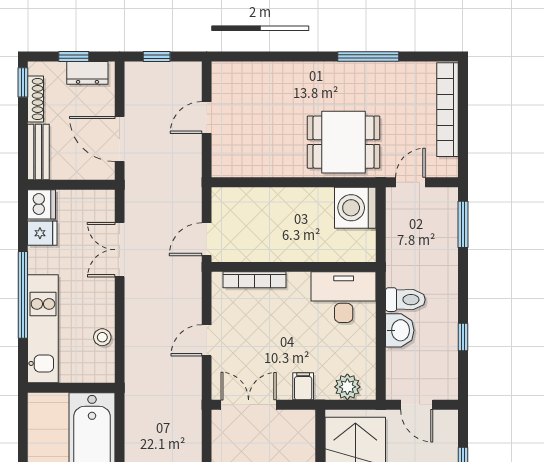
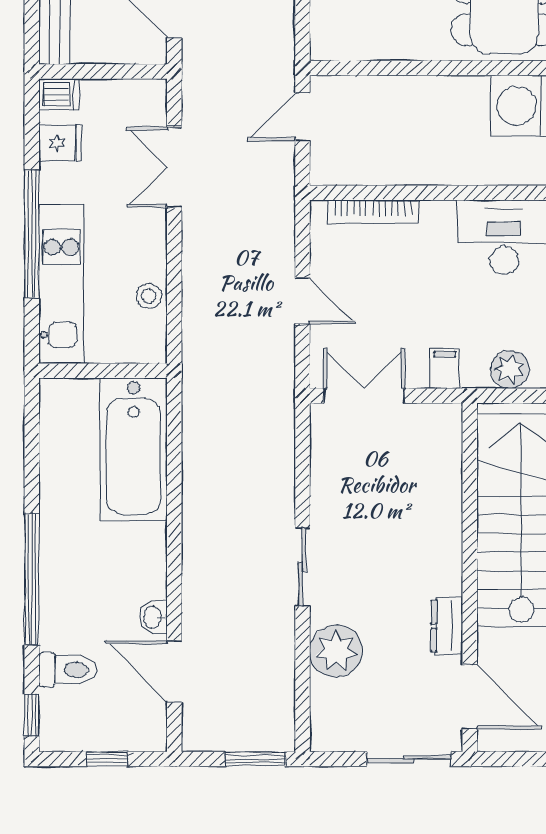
dishwasher: (42, 204) -> (59, 94), width x0.73
door: (207, 239) -> (302, 117), moved
door: (207, 340) -> (302, 301), swing flipped

